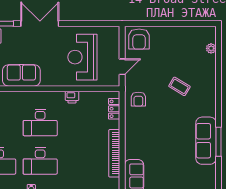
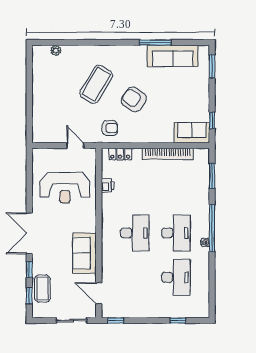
armchair: (139, 39) -> (134, 99), moved, turned -146
coffee table: (179, 86) -> (96, 84), width x1.86, depth x1.72
printer: (72, 97) -> (108, 185), moved
sofa: (206, 141) -> (173, 56), moved

